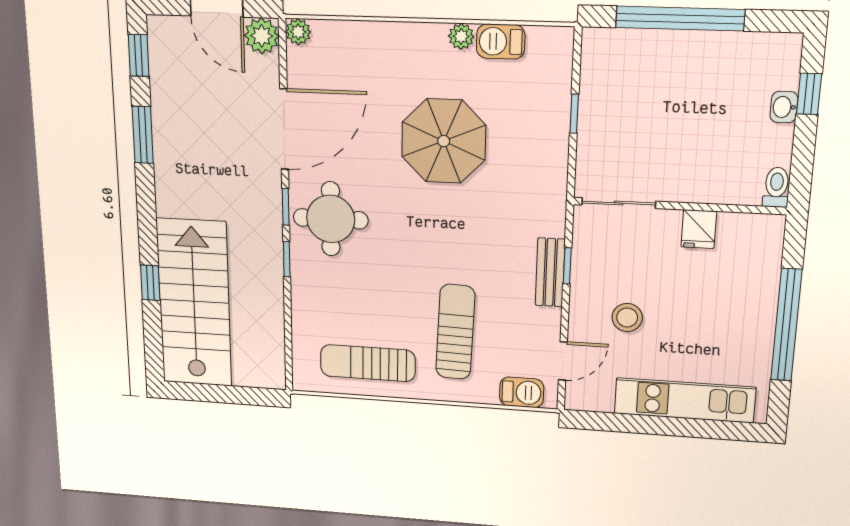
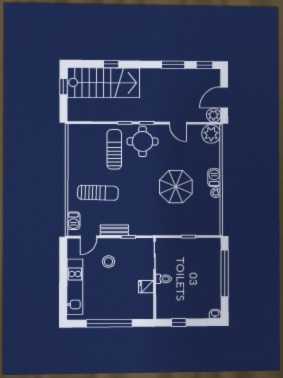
plant: (298, 32) -> (211, 134), width x1.87, depth x1.87
barbecue: (501, 42) -> (214, 178), moved
window: (809, 94) -> (179, 323), moved
washbasin: (784, 107) -> (215, 314), moved
door: (284, 129) -> (178, 123), width x0.53
toilet: (776, 187) -> (164, 279), moved
bench: (550, 272) -> (114, 230), moved
door: (563, 361) -> (88, 237), hinge flipped
sun lounger: (368, 363) -> (114, 149), moved
window: (208, 393) -> (63, 87), added

